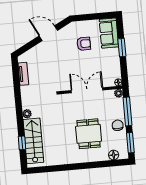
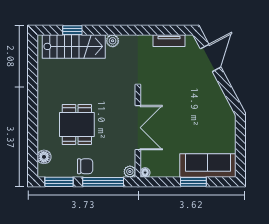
door: (48, 33) -> (211, 58), moved
sofa: (109, 33) -> (208, 166), width x1.36
armchair: (84, 44) -> (204, 129), removed
dining table: (89, 134) -> (77, 125), turned 90

